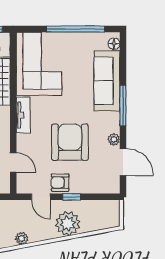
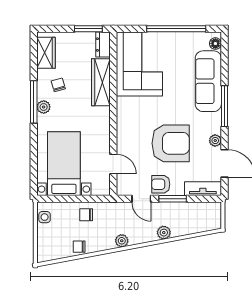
tv unit: (23, 115) -> (203, 189), moved, turned -90
armchair: (70, 142) -> (171, 143), turned 90
window: (72, 197) -> (173, 199), width x1.50
plant: (68, 223) -> (164, 233), width x0.53, depth x0.53

